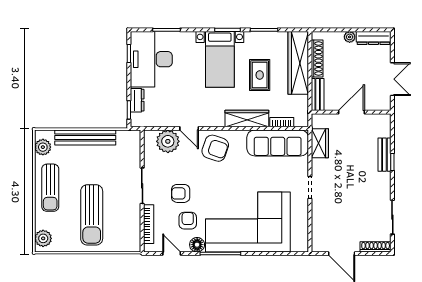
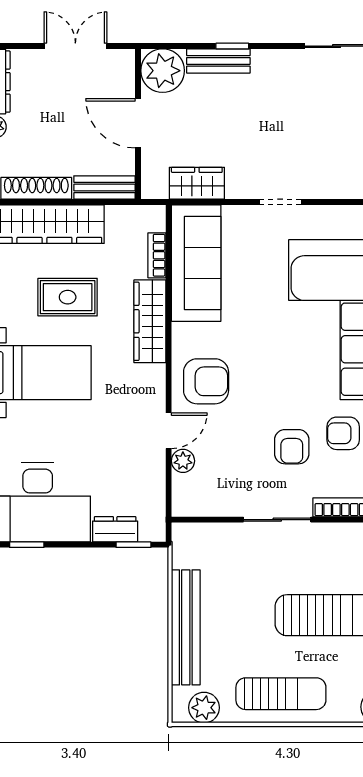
plant: (379, 125) -> (163, 71), added
plant: (168, 141) -> (183, 461), width x0.53, depth x0.53
armchair: (215, 148) -> (206, 381), turned 71

